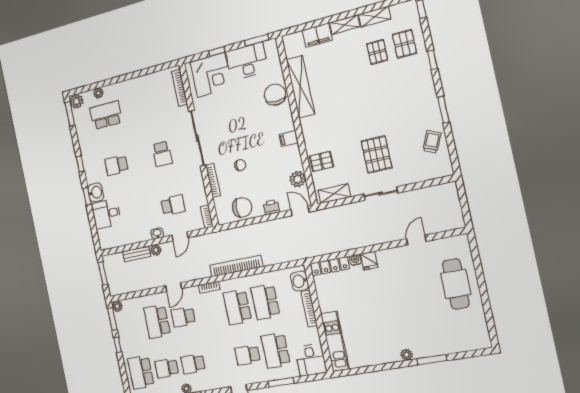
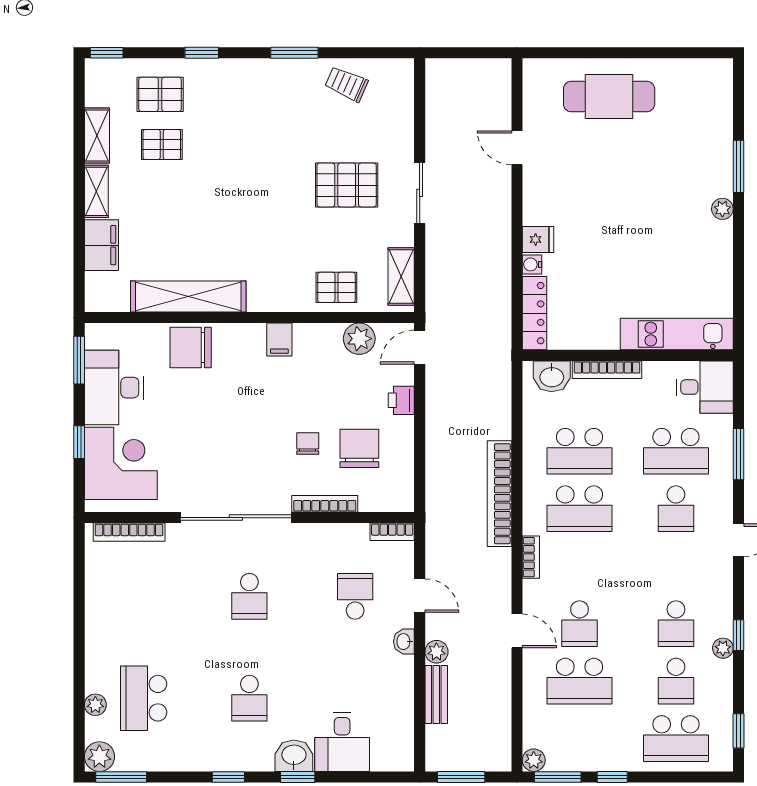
school desk: (162, 154) -> (249, 596), turned 90
pallet: (321, 161) -> (336, 287), turned 90
chair: (242, 207) -> (359, 448), moved

